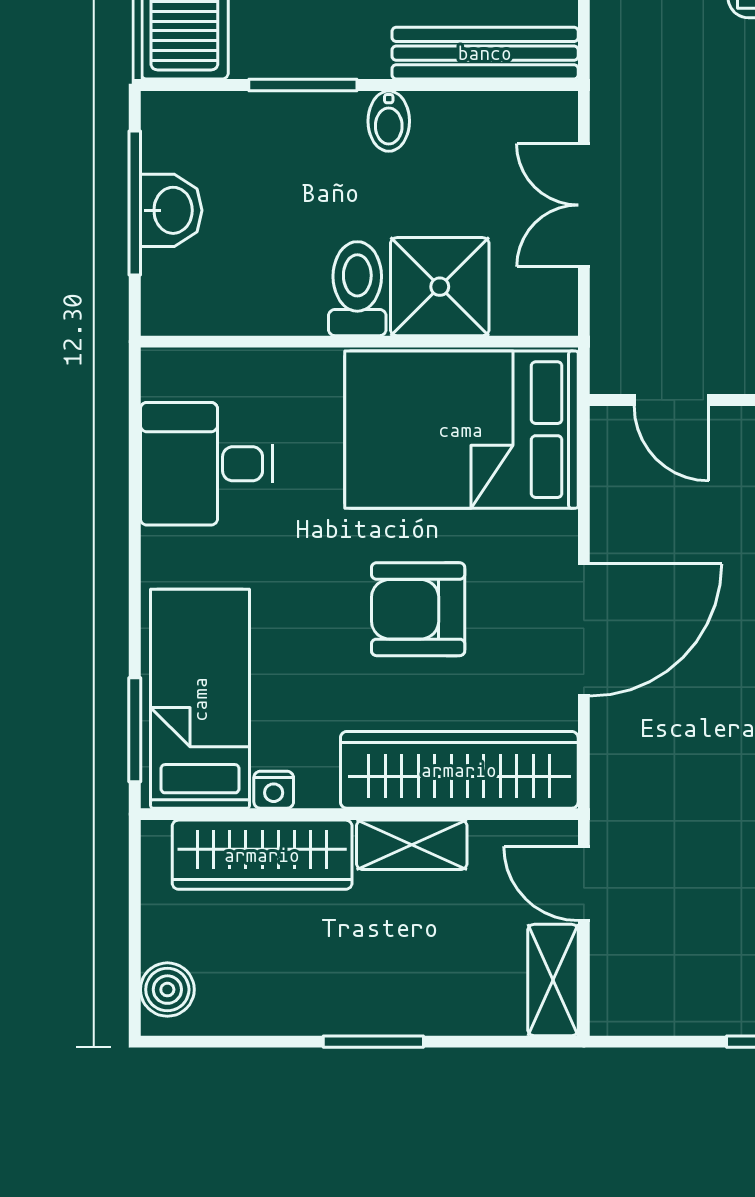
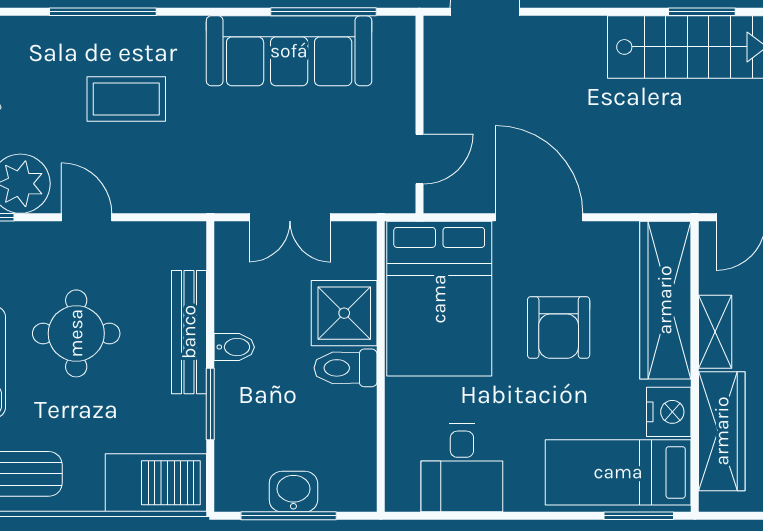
bench: (485, 53) -> (189, 332), moved
door: (584, 630) -> (539, 217), moved
nightstand: (274, 790) -> (669, 412), width x1.89, depth x1.79

